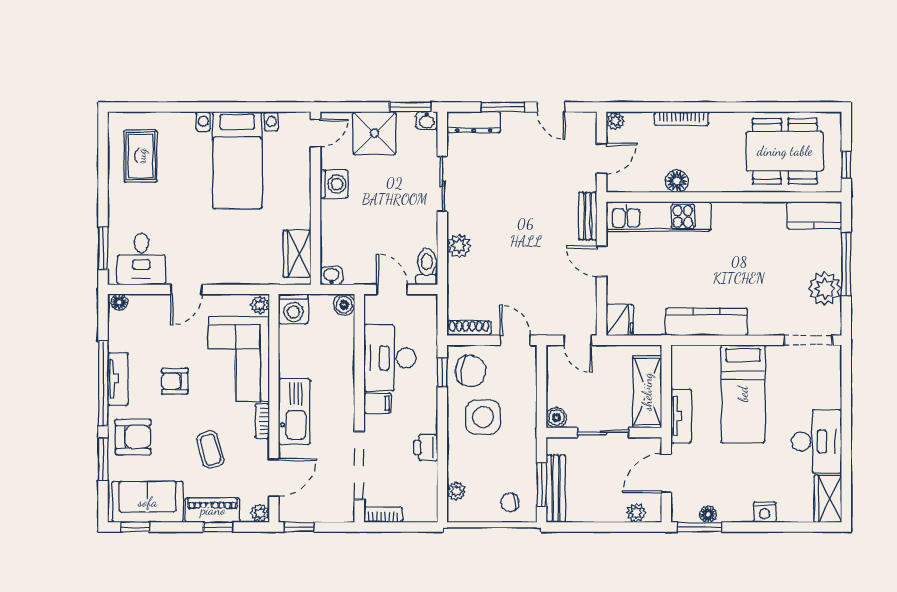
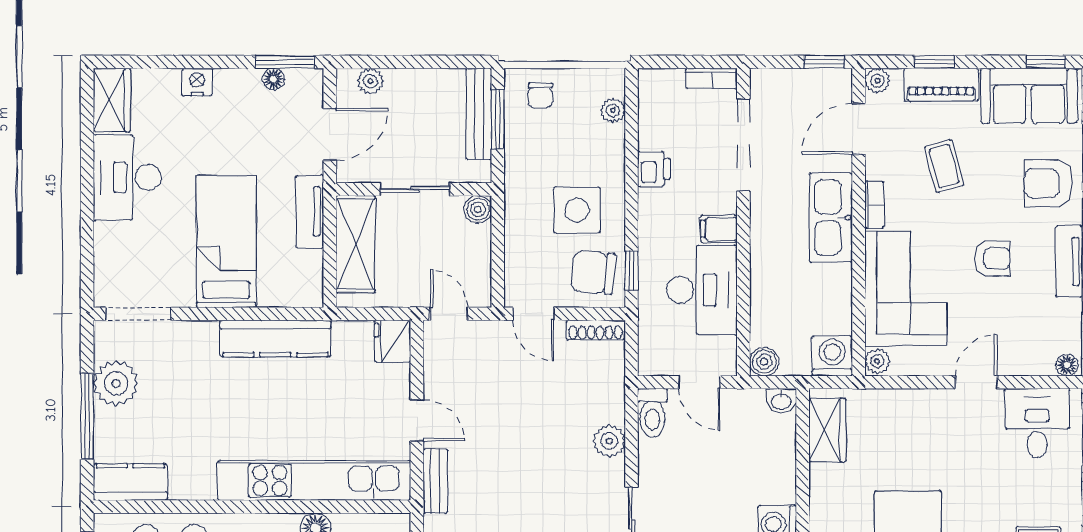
kitchen unit: (659, 216) -> (314, 481), width x1.36
chair: (510, 502) -> (540, 95), turned 98

